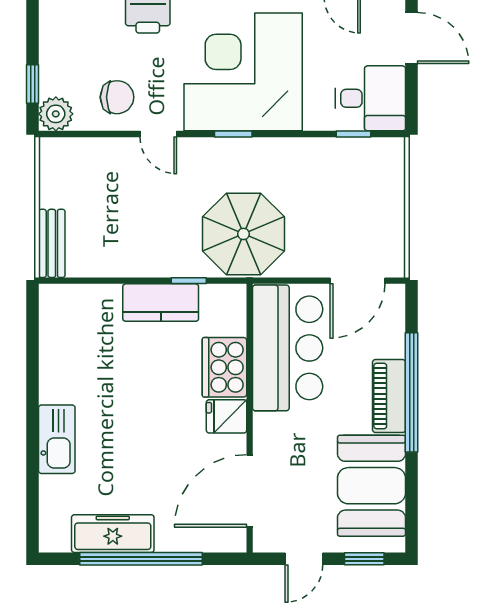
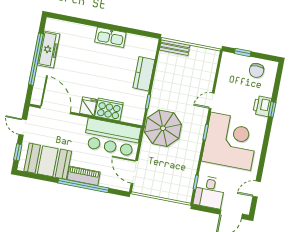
chair: (117, 97) -> (257, 70), moved
plant: (56, 114) -> (228, 60), removed
kitchen counter: (161, 303) -> (144, 74), moved
kitchen sink: (57, 439) -> (110, 37), moved

